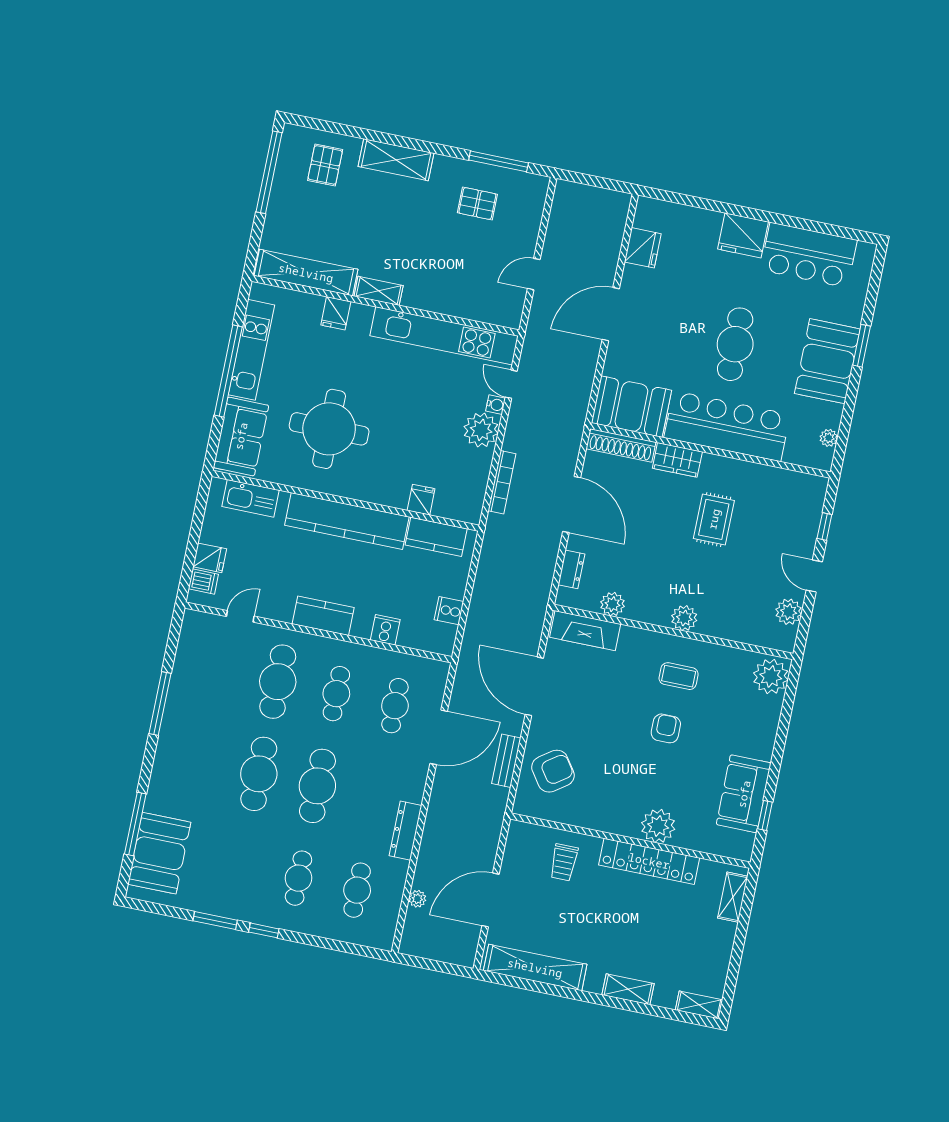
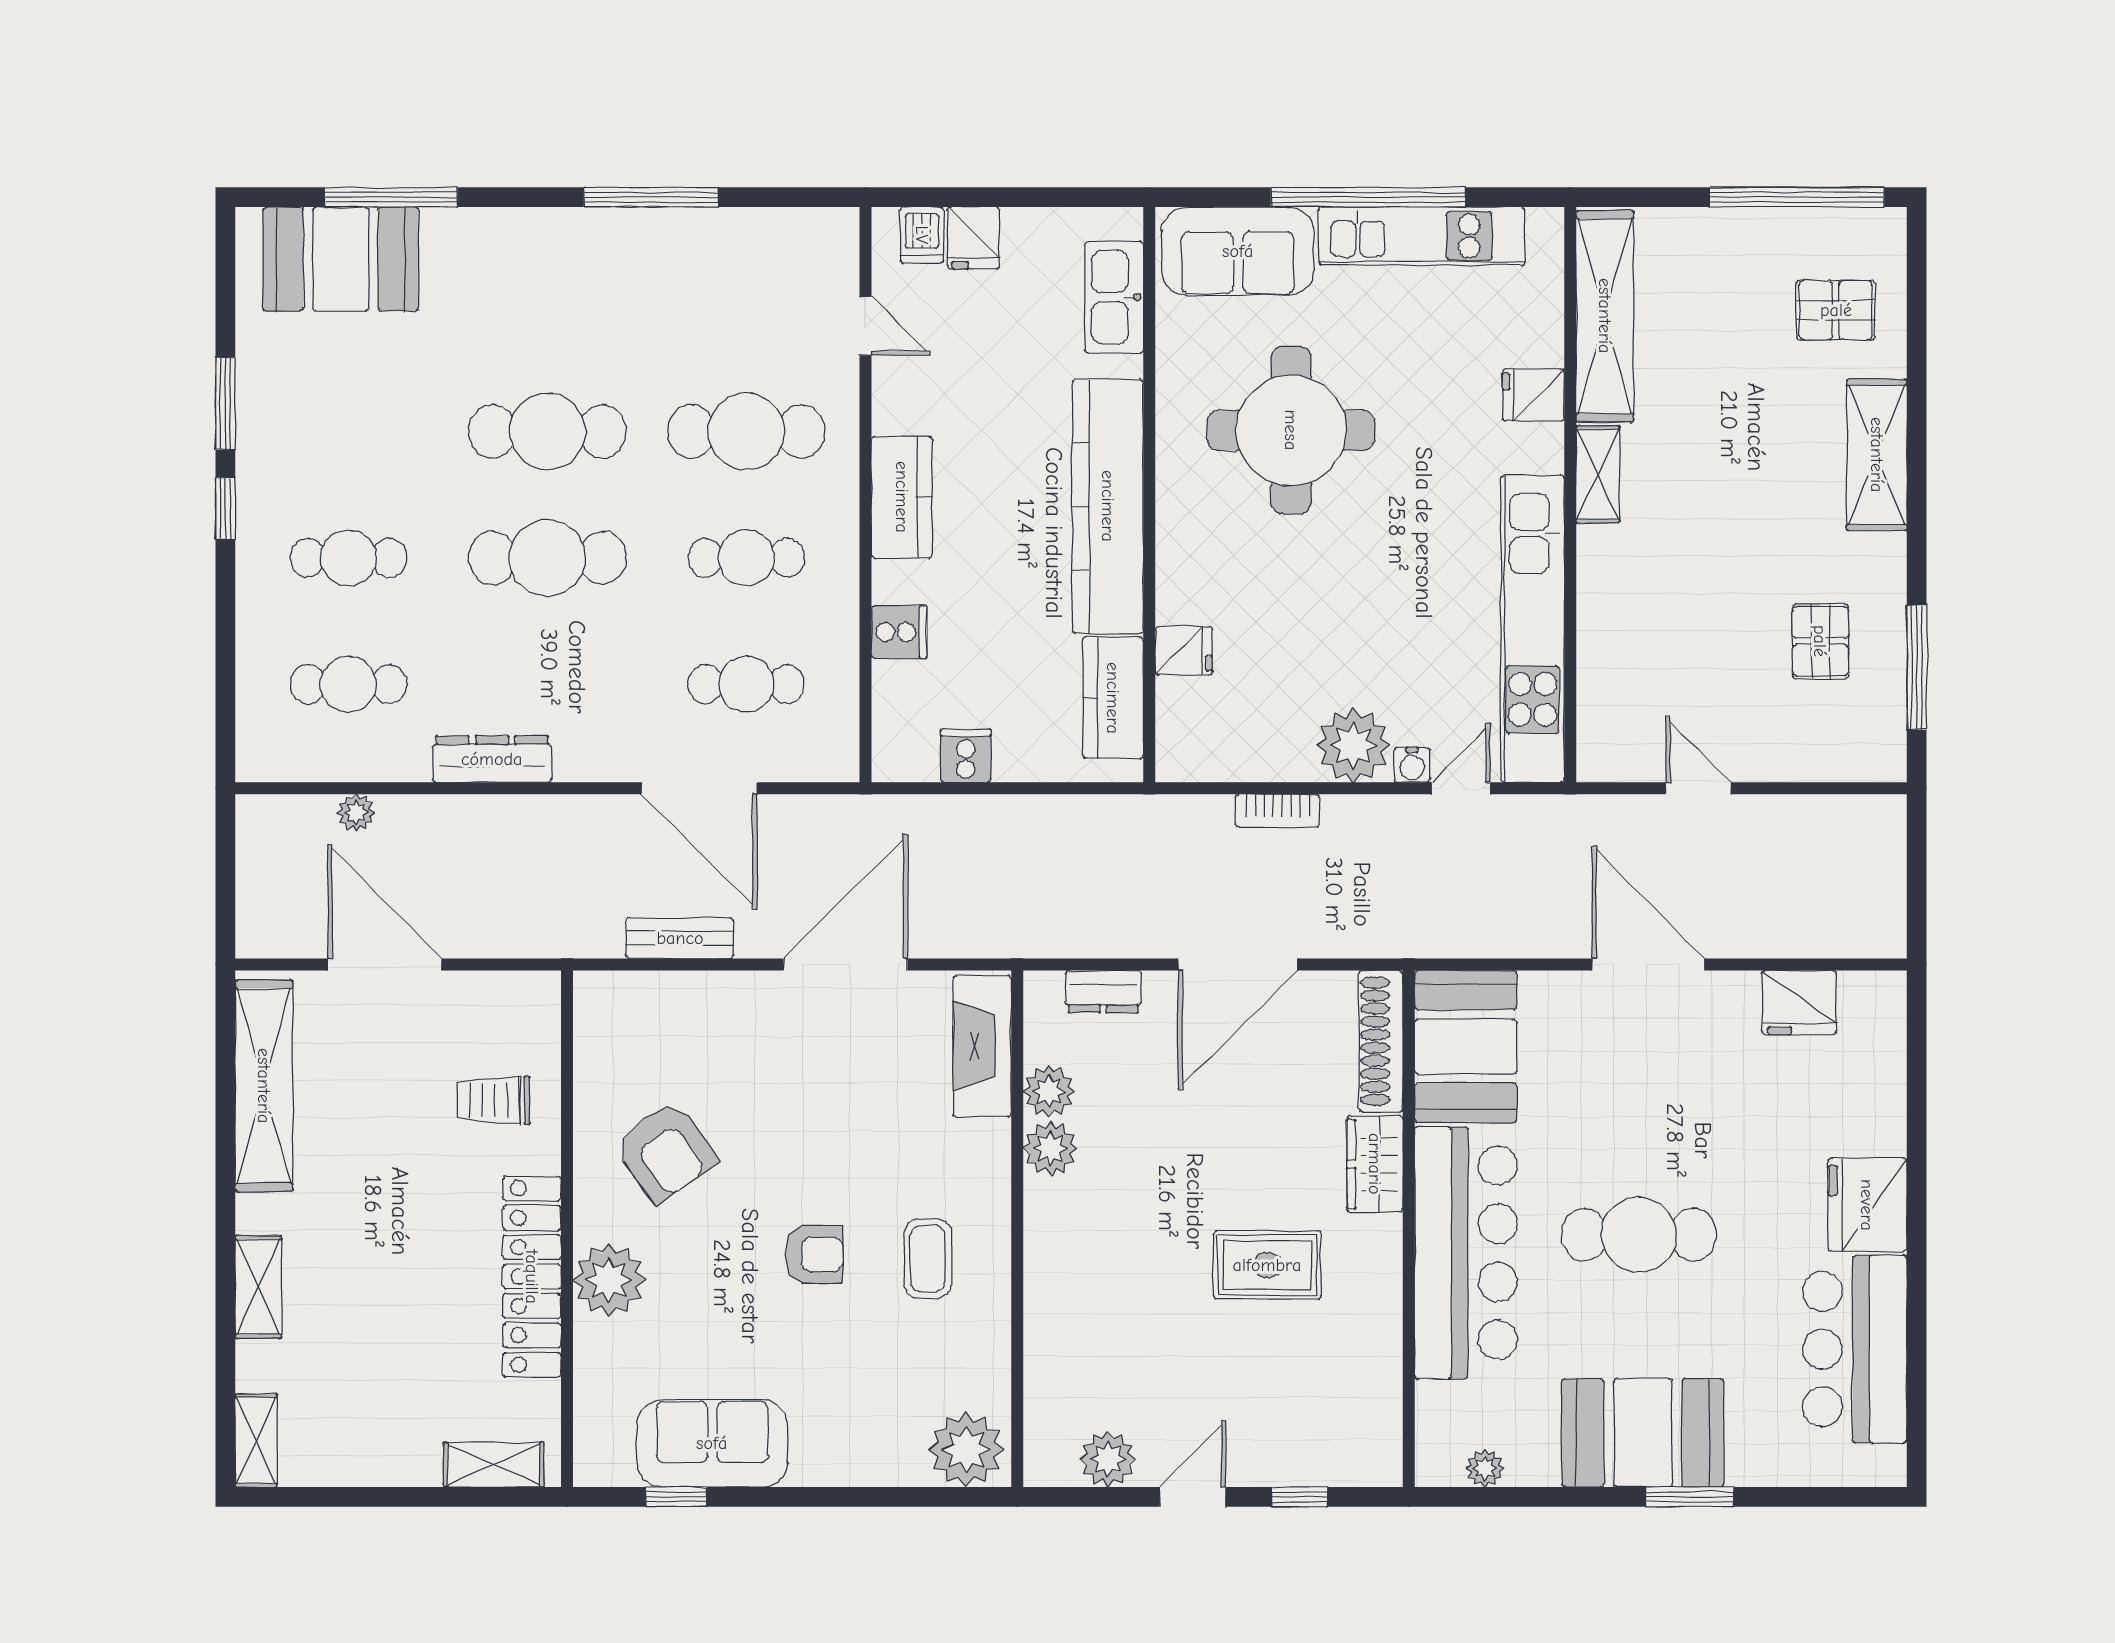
bookcase: (502, 482) -> (1278, 811), width x0.64
plant: (684, 618) -> (1050, 1148), moved
armchair: (553, 771) -> (665, 1151), moved

